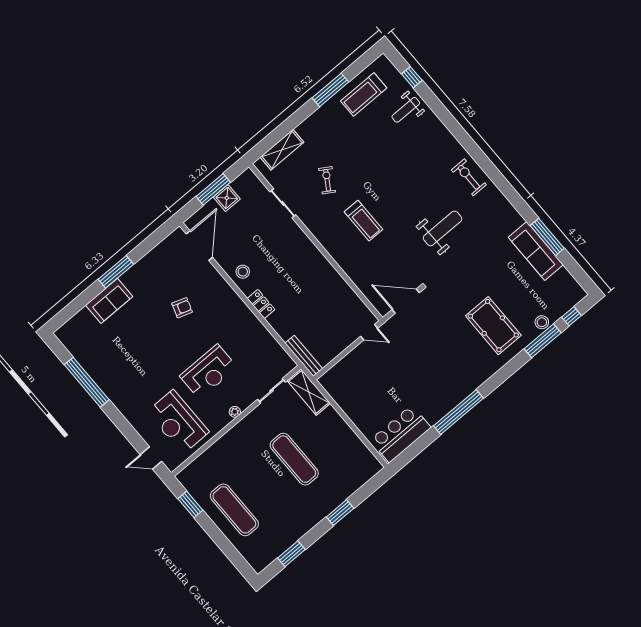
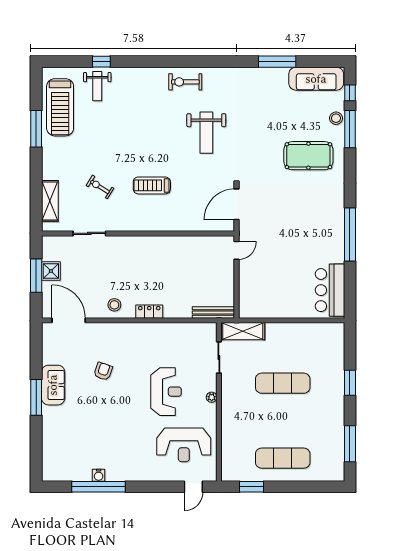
window: (412, 77) -> (101, 62), moved
treadmill: (364, 94) -> (60, 107), width x1.37, depth x1.38
treadmill: (363, 221) -> (152, 185), turned 180
weight bench: (443, 228) -> (206, 133), turned 180
sofa: (536, 251) -> (316, 79), moved
sofa: (109, 301) -> (53, 385), moved
water cooler: (96, 374) -> (99, 475), added
window: (291, 554) -> (350, 444), width x1.44

